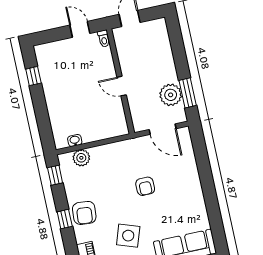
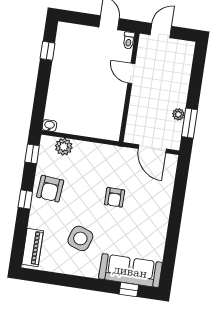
door: (122, 86) -> (131, 73), moved
plant: (171, 95) -> (178, 114), width x0.53, depth x0.53
washbasin: (75, 140) -> (49, 126), moved
armchair: (84, 213) -> (50, 189), moved

